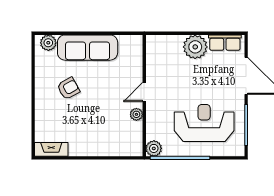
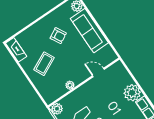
door: (144, 92) -> (98, 73), moved
coffee table: (90, 128) -> (44, 64), added

